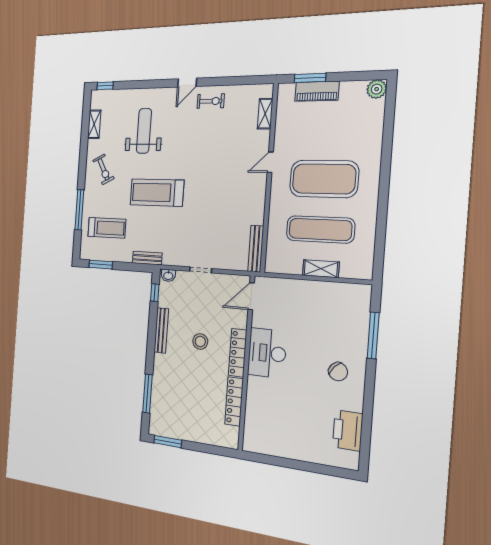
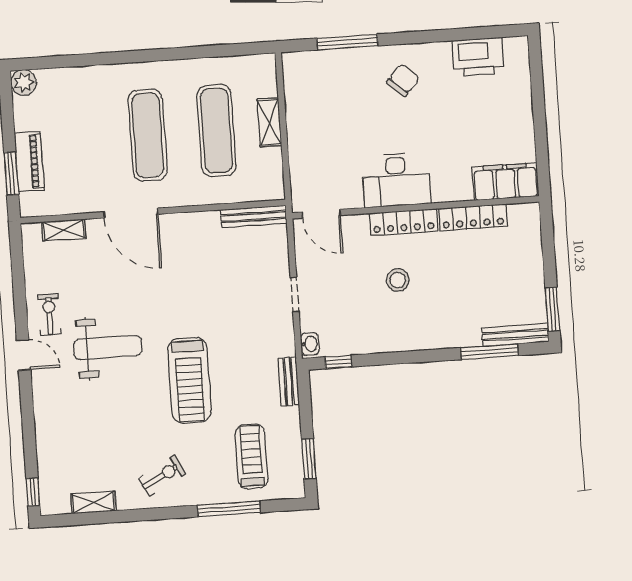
weight bench: (144, 131) -> (108, 347), moved, turned 180
door: (270, 162) -> (131, 213), width x1.88
exercise mat: (324, 179) -> (148, 135), width x0.68
bench: (161, 330) -> (515, 335), moved
filing cabinet: (255, 430) -> (506, 182), added

